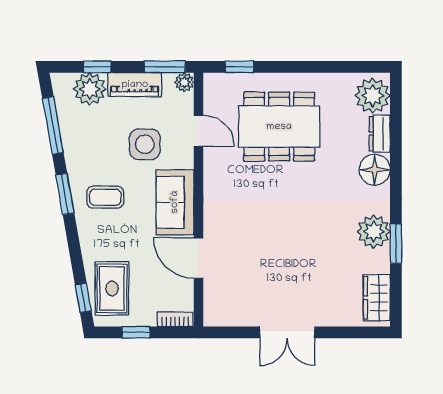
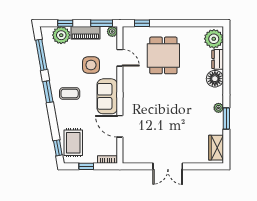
dining table: (279, 127) -> (163, 55), width x0.73
plant: (374, 232) -> (218, 108), width x0.53, depth x0.53

